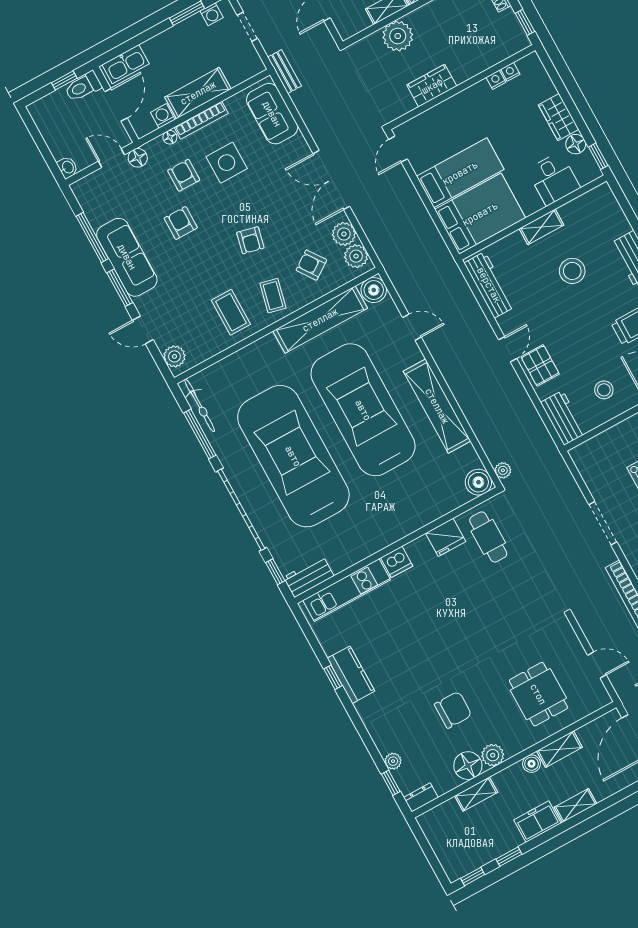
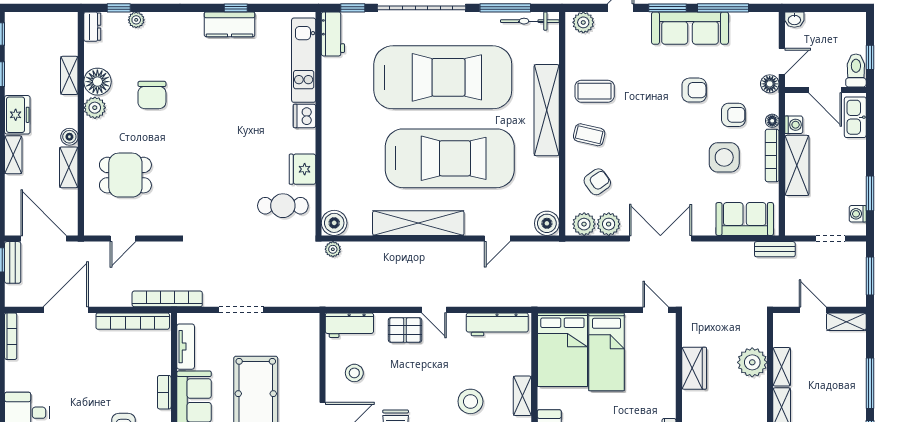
armchair: (250, 240) -> (647, 141), removed
shelving: (320, 320) -> (547, 110), moved

